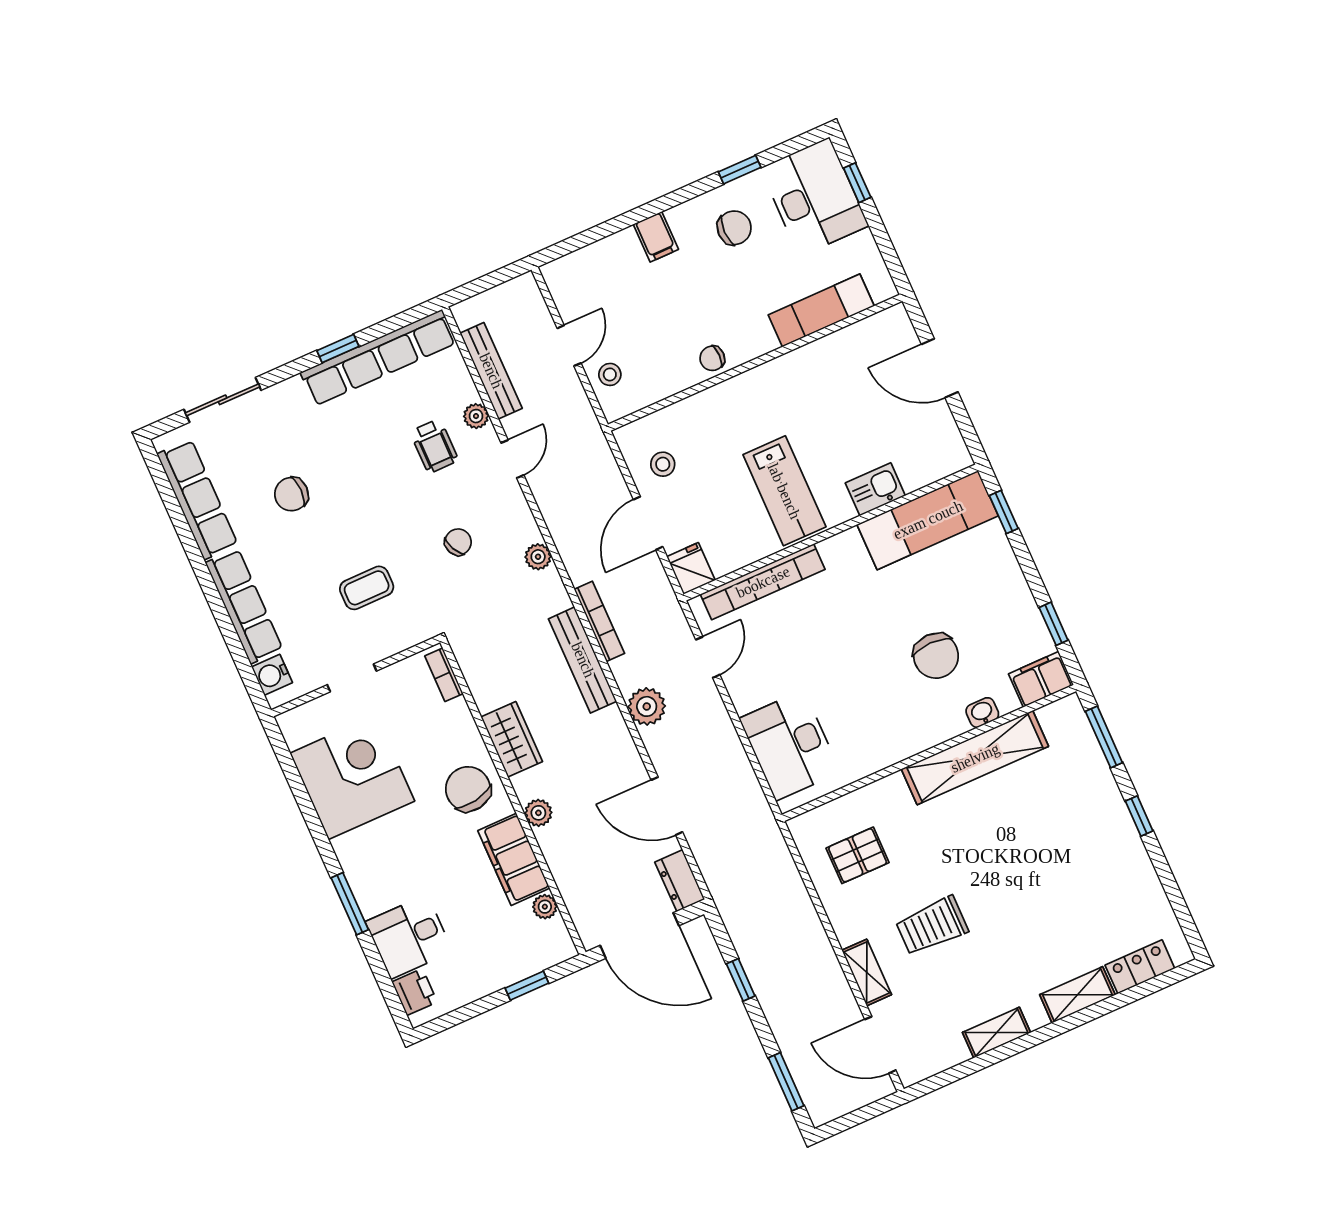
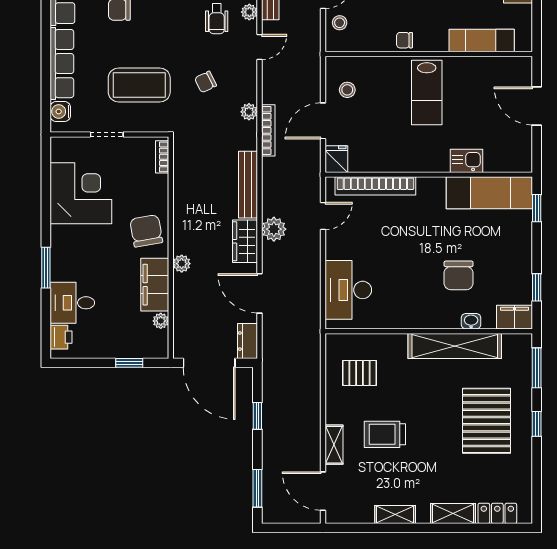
lab bench: (784, 491) -> (427, 92), moved
chair: (458, 542) -> (205, 82), turned 180
coffee table: (367, 588) -> (139, 85), width x1.86, depth x1.72
bookcase: (599, 621) -> (268, 130), moved
wardrobe: (512, 739) -> (245, 241), moved, turned 180
pallet: (1067, 843) -> (487, 421), added

